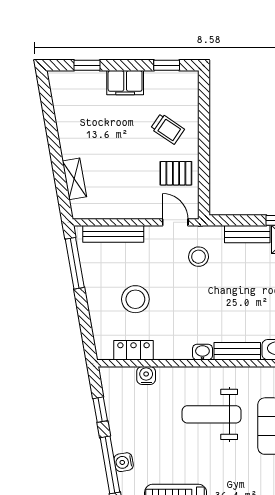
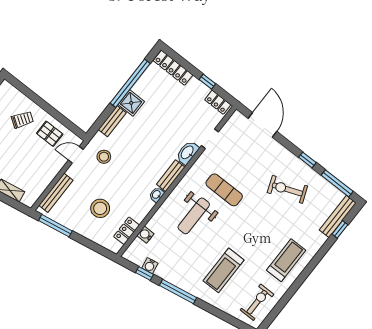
pallet: (176, 173) -> (50, 134), turned 90
water cooler: (124, 462) -> (150, 266), moved

